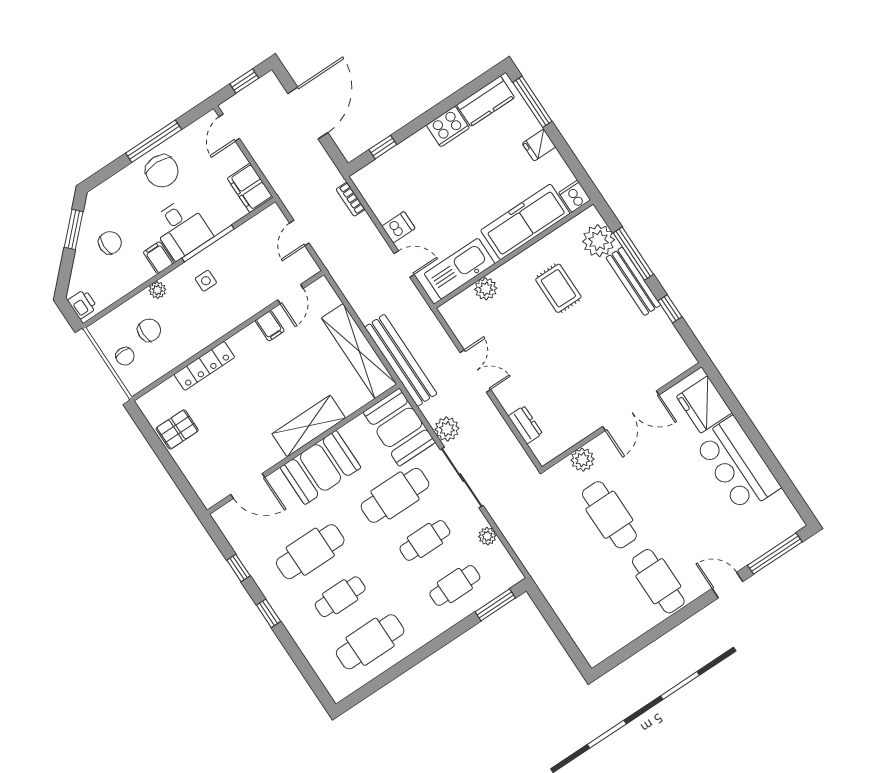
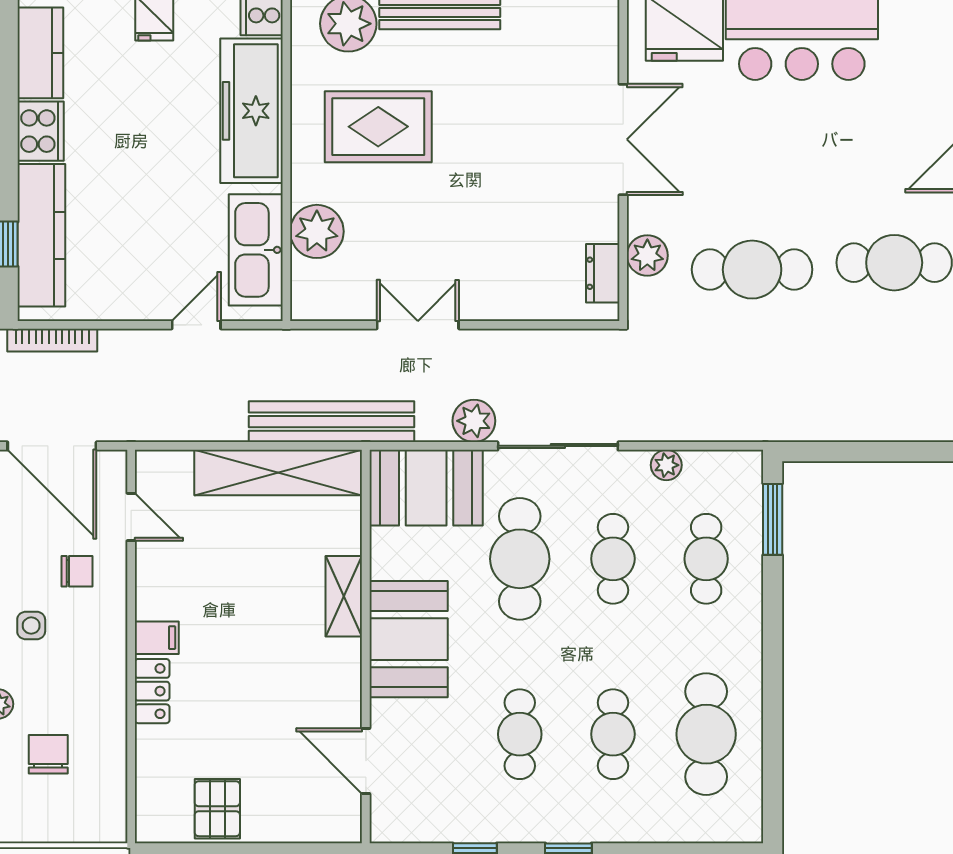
kitchen counter: (398, 160) -> (41, 235), added
bookcase: (351, 199) -> (52, 340), width x1.56
dishwasher: (398, 227) -> (138, 298), removed
door: (299, 233) -> (52, 446), width x1.88
rug: (558, 288) -> (378, 127), width x1.36, depth x1.43
plant: (486, 289) -> (317, 231), width x1.36, depth x1.36
filing cabinet: (270, 326) -> (157, 638), moved
chair: (125, 356) -> (77, 571), moved
locker: (204, 366) -> (152, 691), width x0.66
dresser: (525, 425) -> (603, 273), moved, turned -90
shelving: (309, 426) -> (344, 596), width x0.67, depth x0.75
door: (248, 486) -> (366, 761), swing flipped
cafe table: (310, 552) -> (520, 734), width x0.73, depth x0.74

